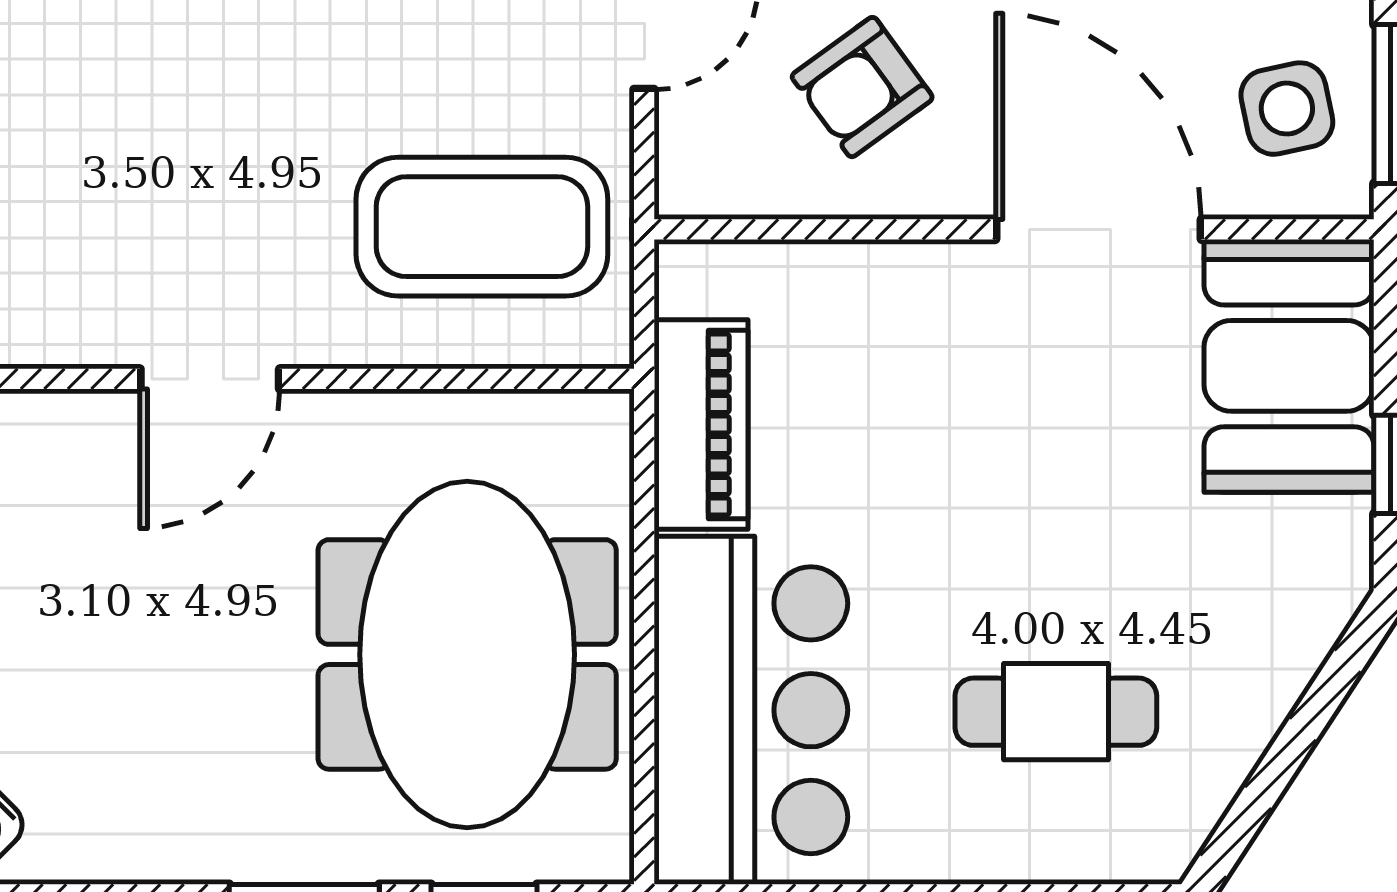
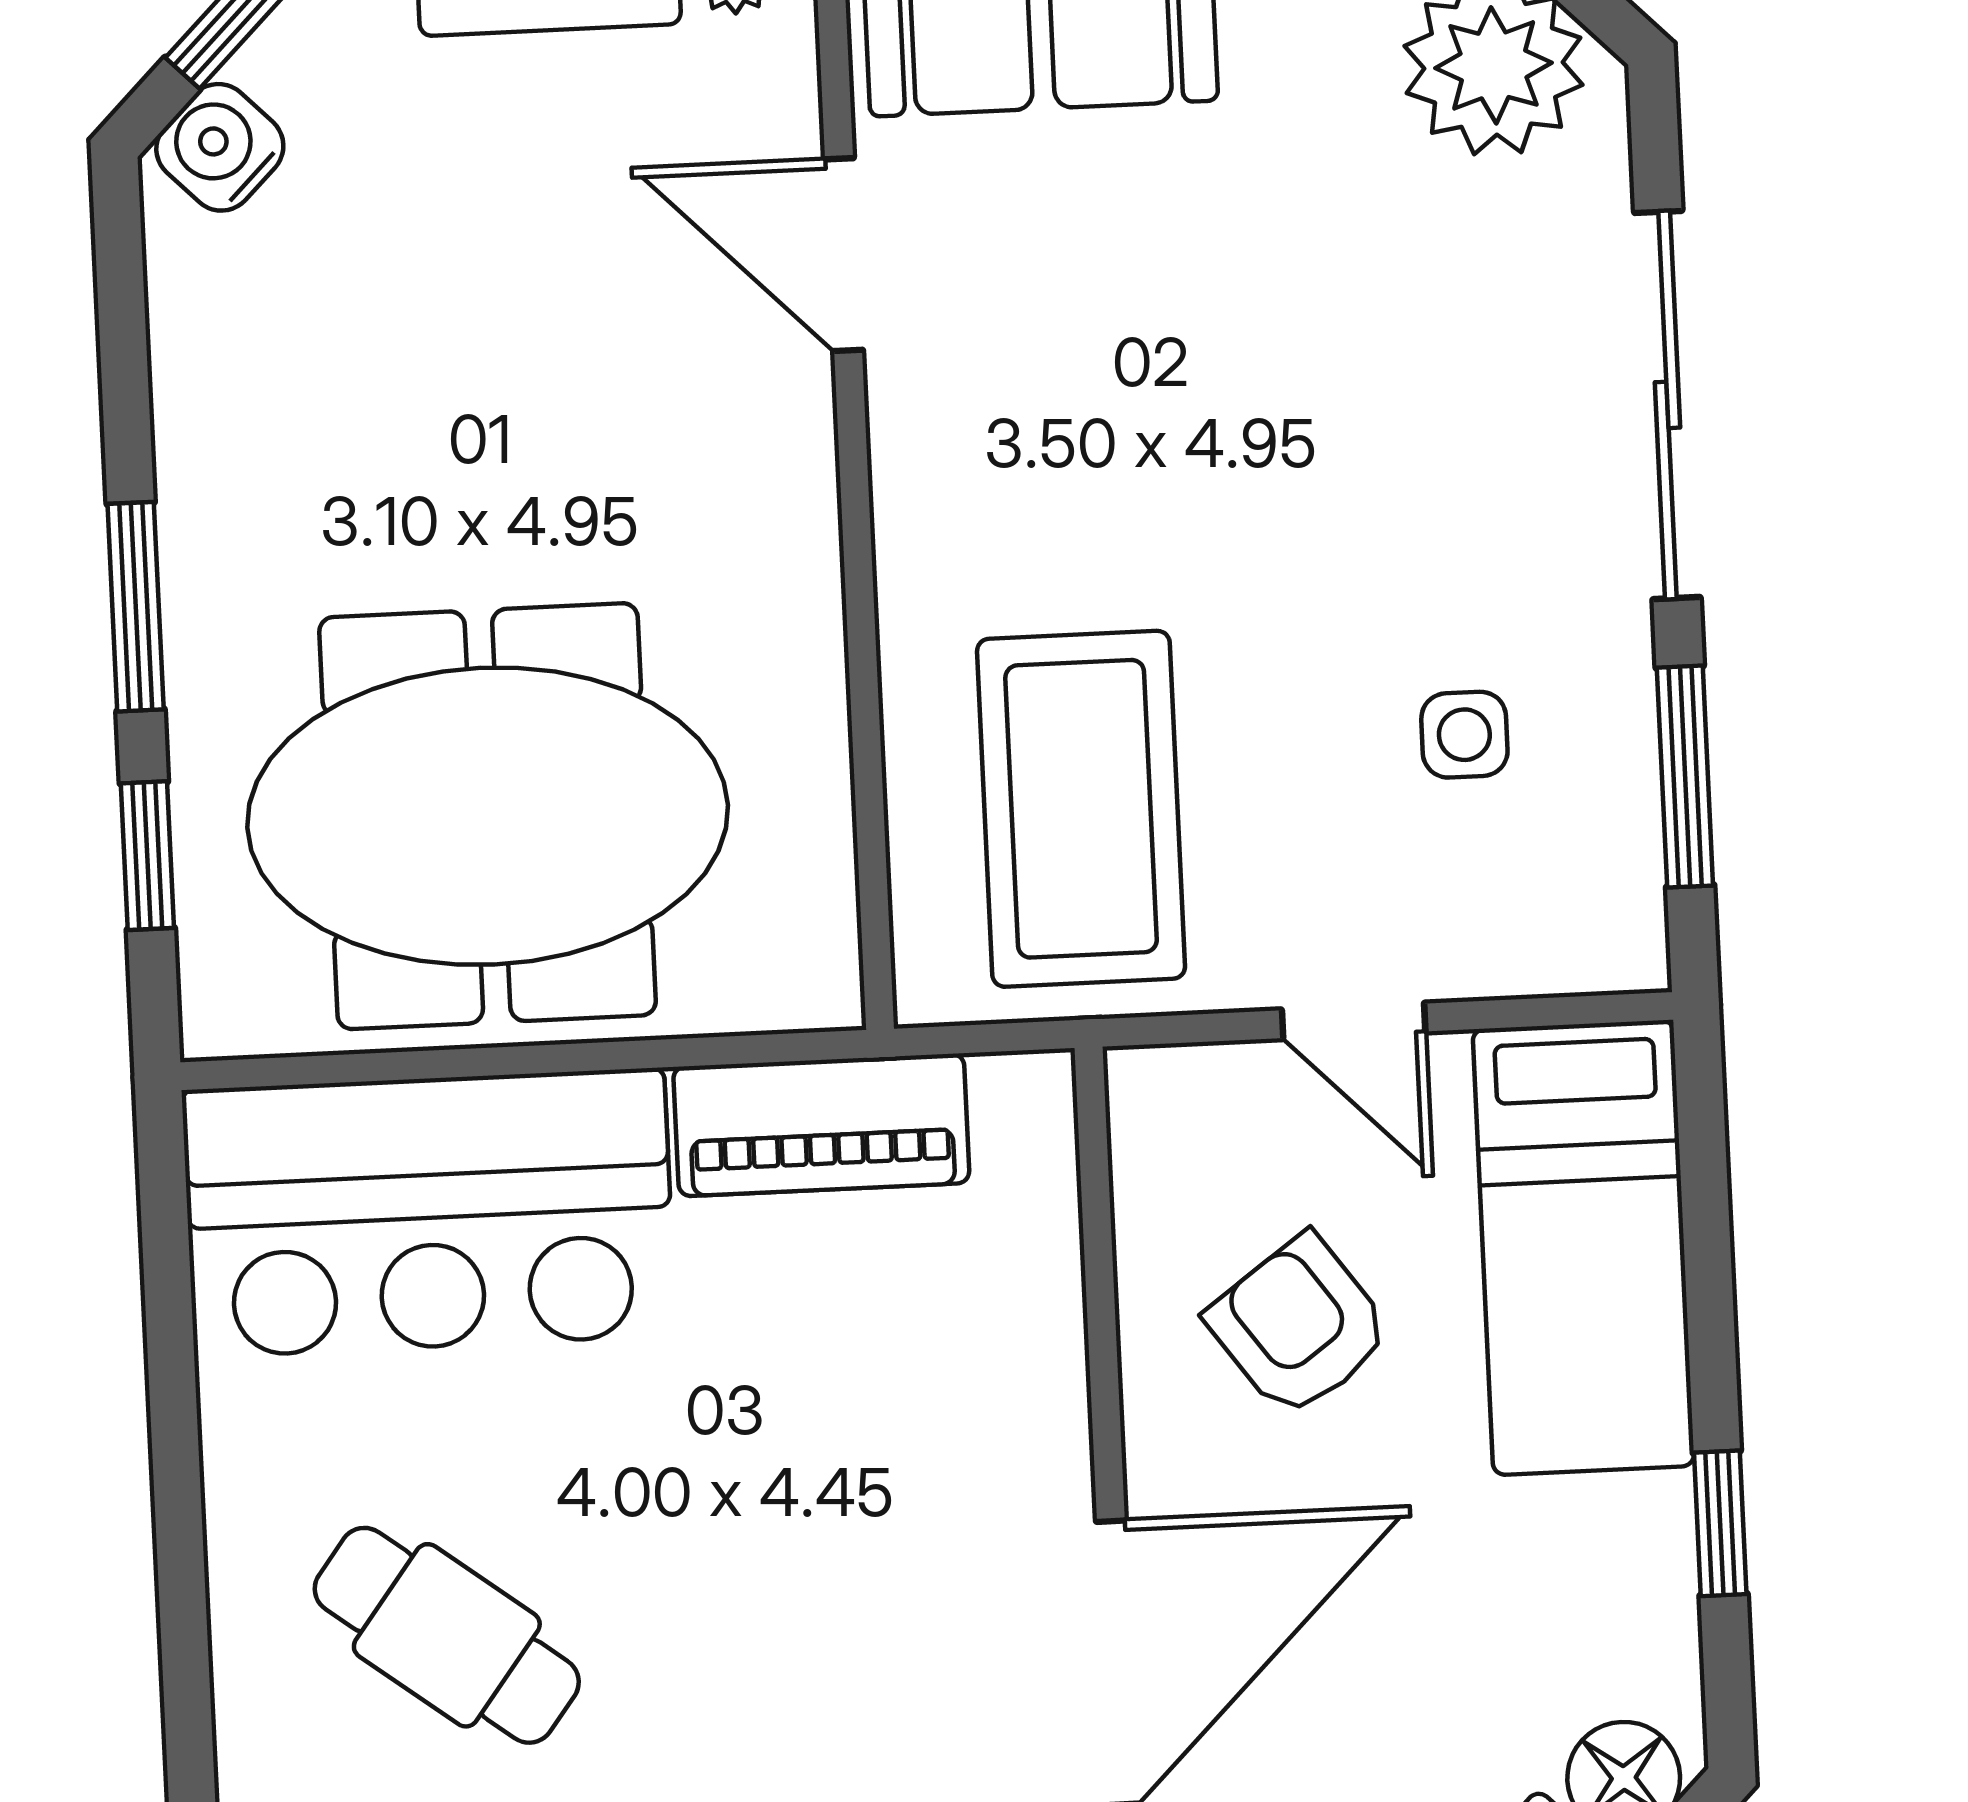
door: (210, 379) -> (844, 255), moved
cafe table: (1056, 712) -> (447, 1635), turned -53

